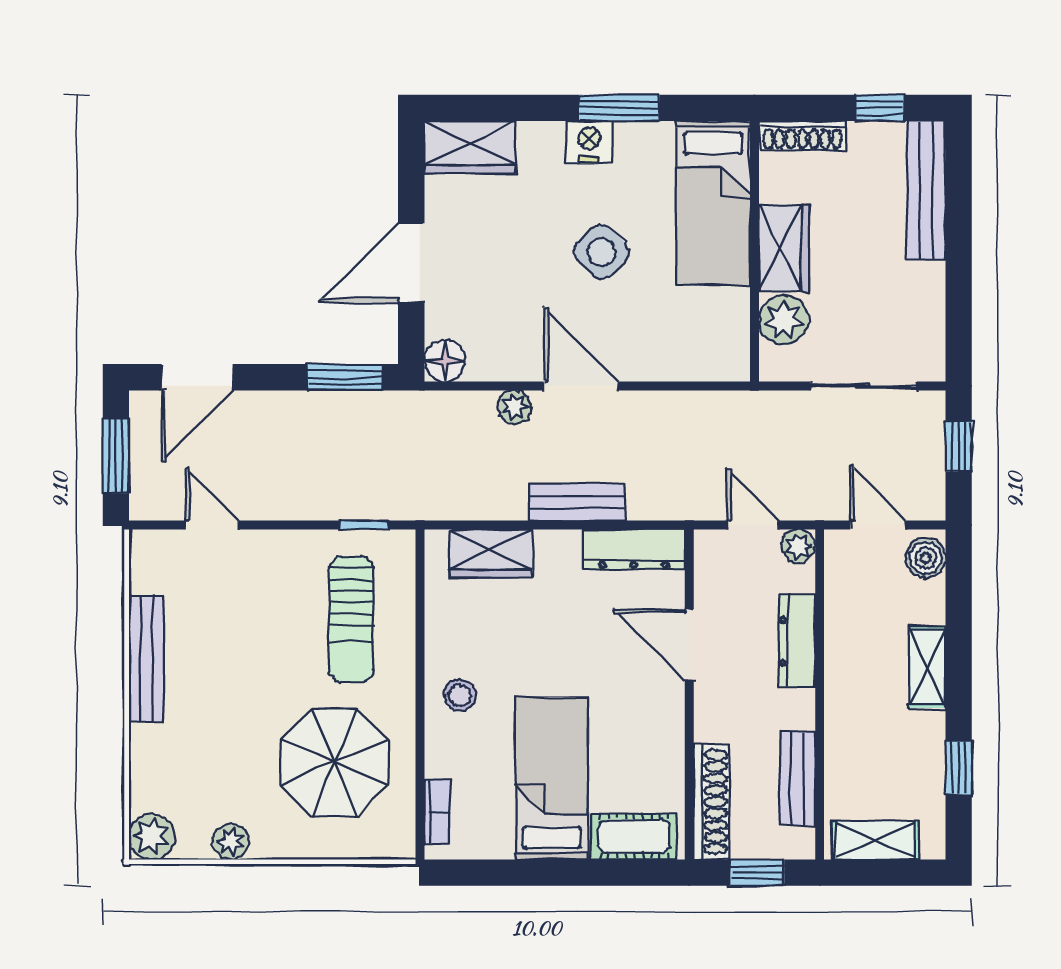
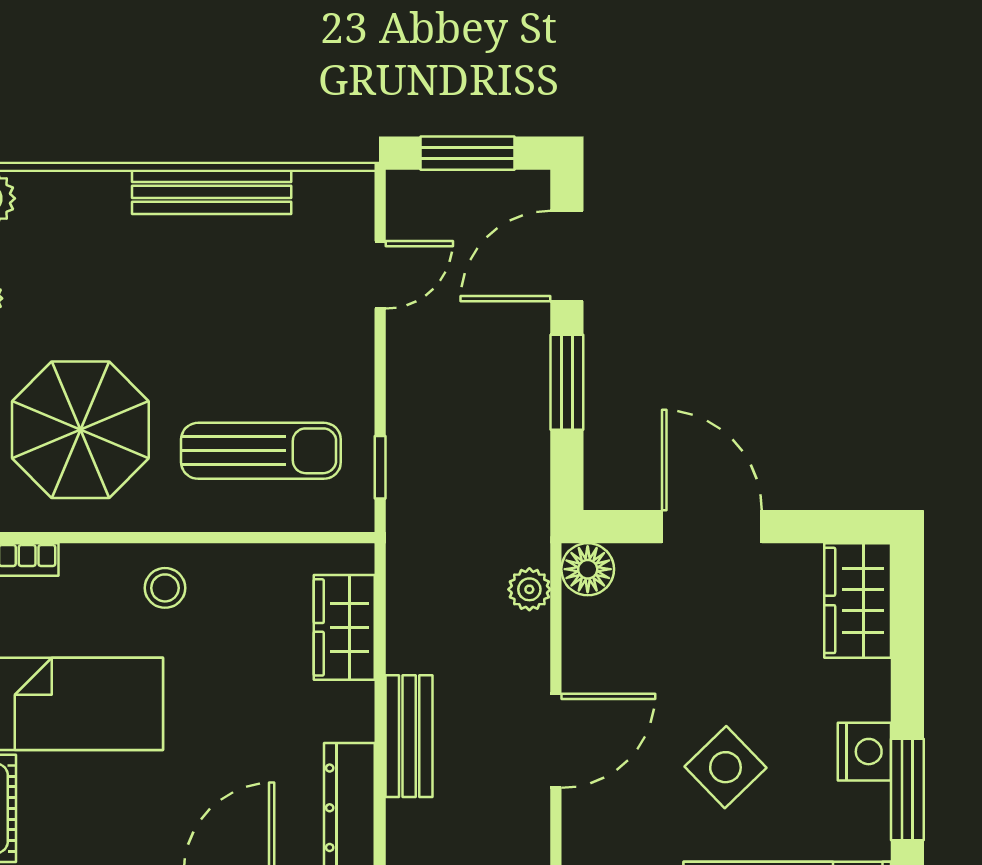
door: (197, 377) -> (567, 256), hinge flipped
window: (345, 377) -> (567, 382), moved
plant: (514, 407) -> (529, 589), moved
sun lounger: (351, 619) -> (261, 451), turned 180

